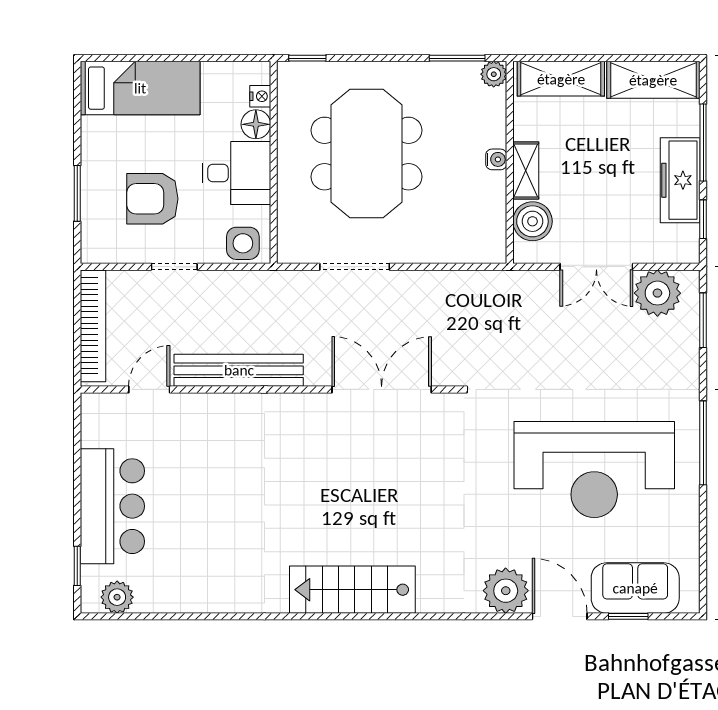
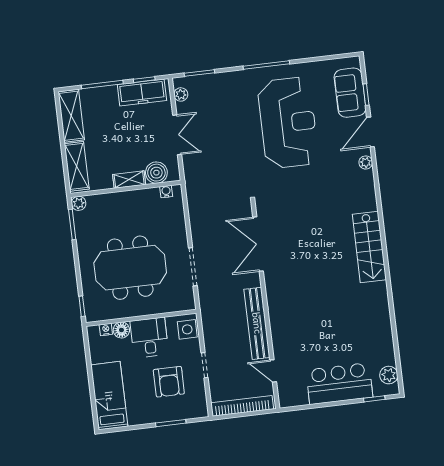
water cooler: (496, 159) -> (166, 192), moved
freezer: (680, 180) -> (142, 92), moved
plant: (657, 293) -> (181, 94), width x0.53, depth x0.53
plant: (506, 591) -> (366, 162), width x0.53, depth x0.53

